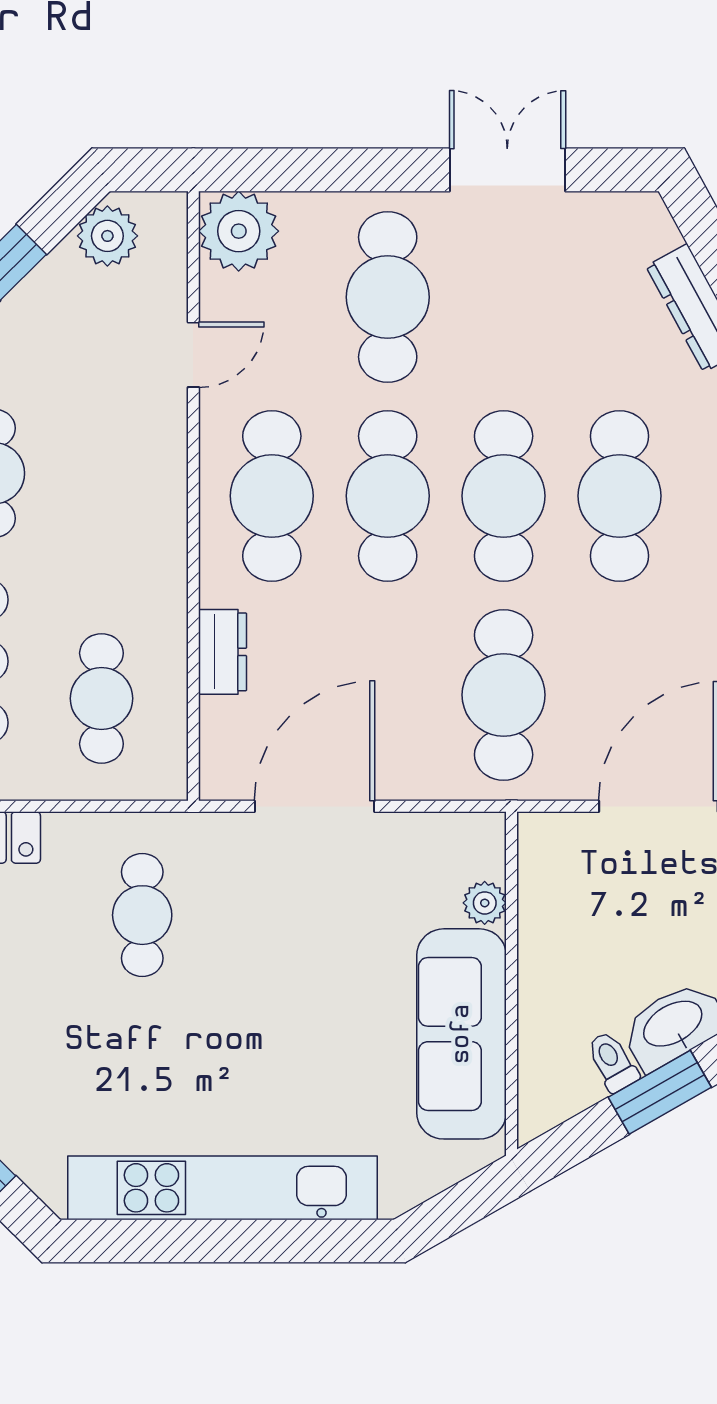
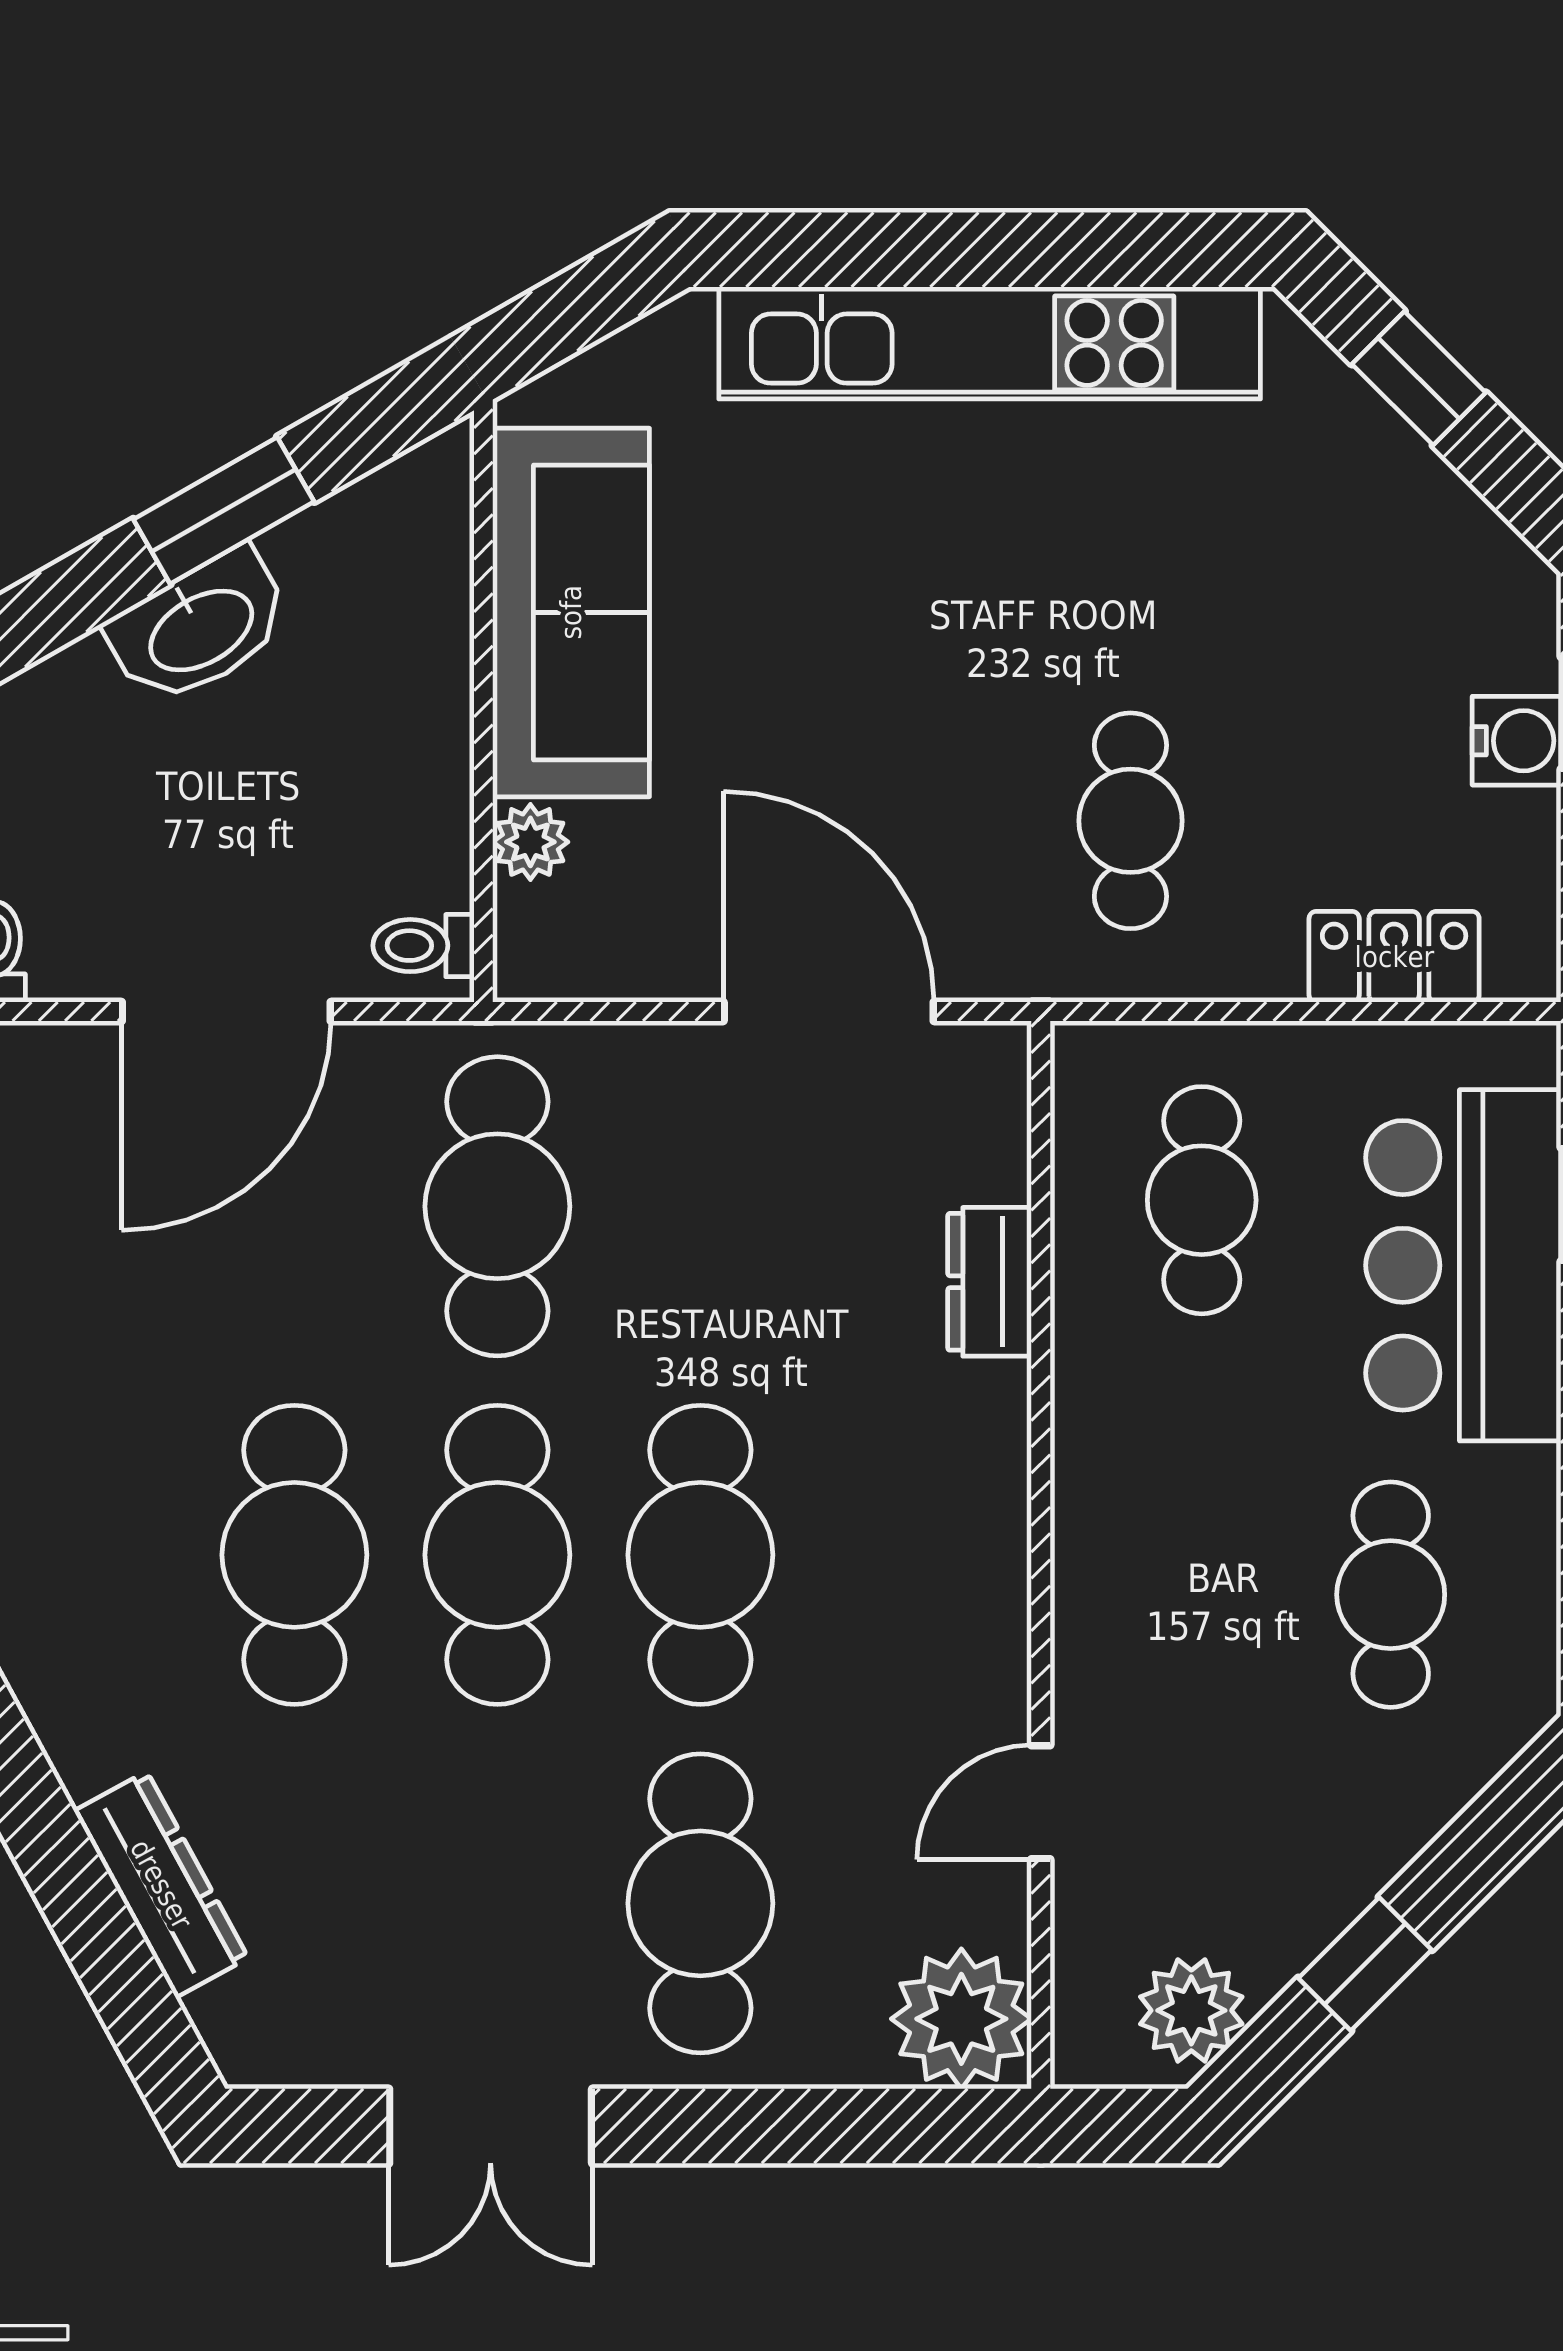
cafe table: (272, 496) -> (903, 1555), removed
door: (314, 806) -> (829, 1011), swing flipped
toilet: (612, 1062) -> (424, 946), moved, turned 120

